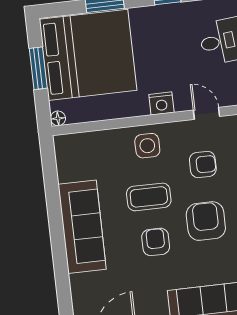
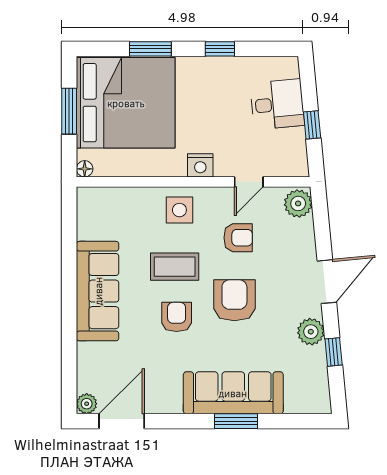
door: (207, 113) -> (249, 182), swing flipped

